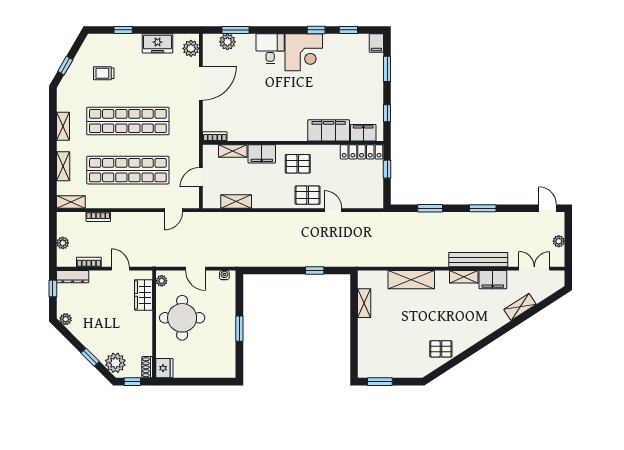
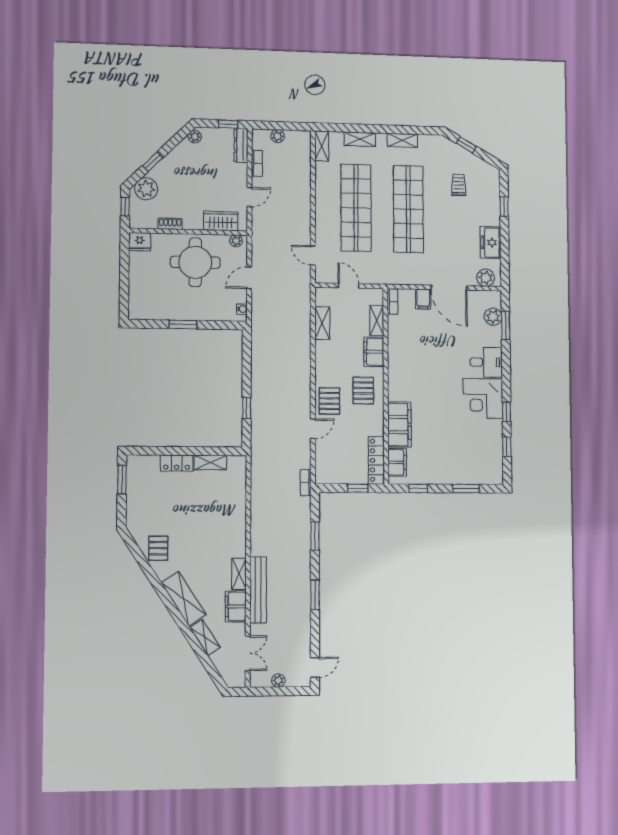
filing cabinet: (376, 43) -> (423, 299), moved, turned -90
bookcase: (98, 217) -> (306, 483), moved
shelving: (411, 280) -> (184, 599), moved, turned -33
locker: (365, 333) -> (177, 463), added
shoe rack: (147, 367) -> (170, 224), moved

